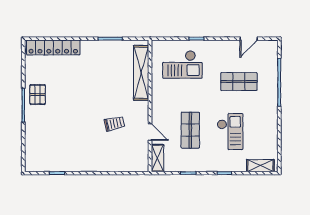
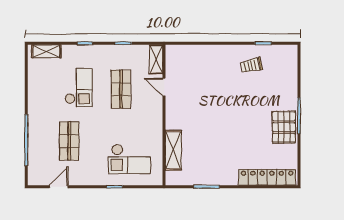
checkout: (182, 65) -> (129, 159), turned 180
shelving: (141, 73) -> (173, 150), width x0.68
shop shelf: (239, 82) -> (69, 141), turned 90
pallet: (38, 95) -> (284, 127), width x1.50, depth x1.42
trolley: (115, 123) -> (251, 65), moved
checkout: (230, 132) -> (79, 88), turned 180

